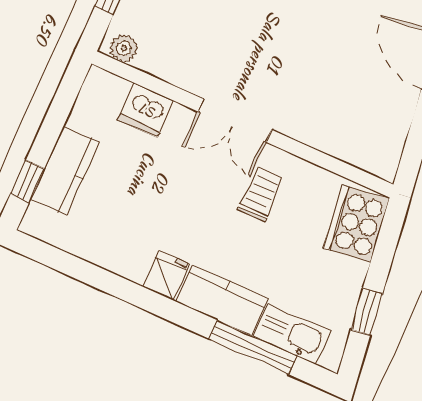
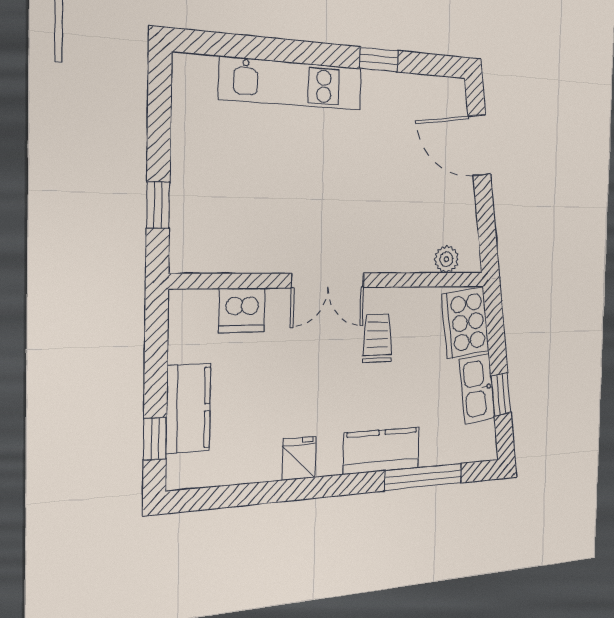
plant: (124, 48) -> (446, 259), moved
fridge: (166, 276) -> (299, 458), moved
kitchen sink: (292, 334) -> (477, 389), moved, turned -98

